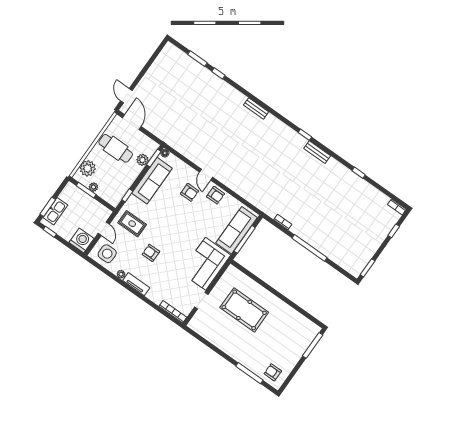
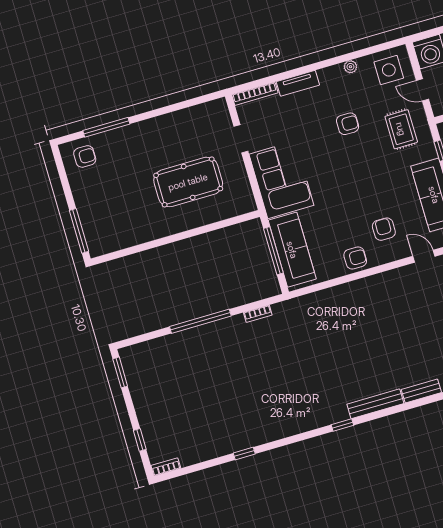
bench: (317, 152) -> (375, 404), moved, width x1.36
door: (206, 175) -> (424, 256), moved
armchair: (189, 192) -> (384, 229), turned 90
armchair: (216, 195) -> (355, 258), turned 180
rug: (132, 224) -> (401, 129), turned 90
tv unit: (136, 284) -> (298, 83), moved

